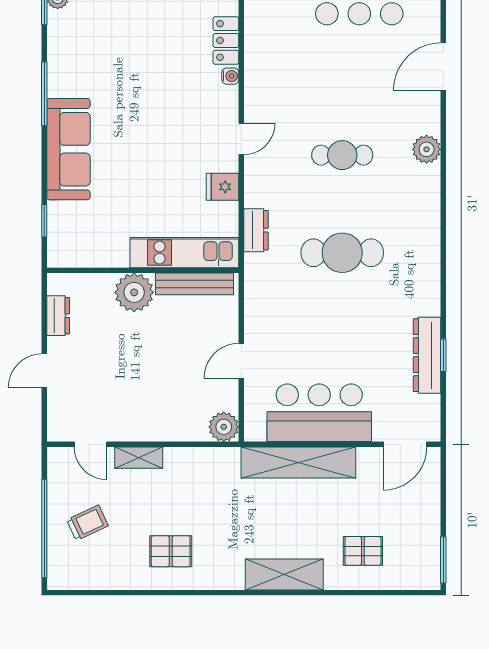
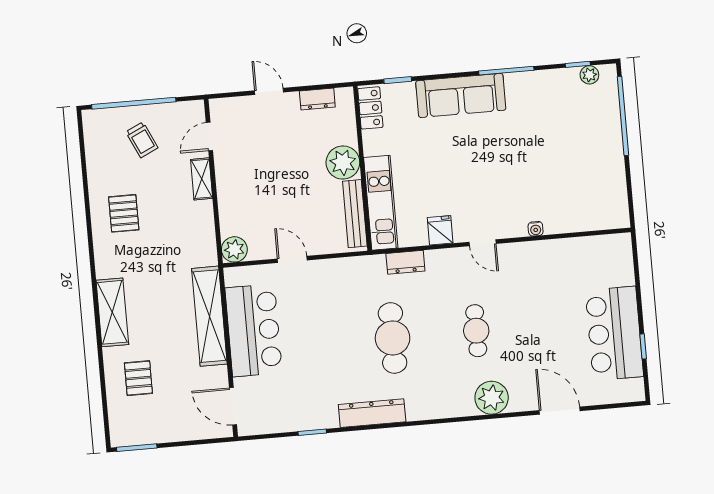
locker: (226, 40) -> (370, 108), moved, turned 90
plant: (427, 149) -> (492, 398), width x1.36, depth x1.36
dresser: (427, 355) -> (372, 413), moved

